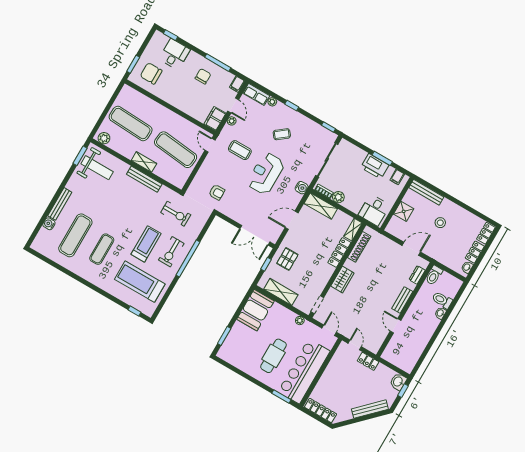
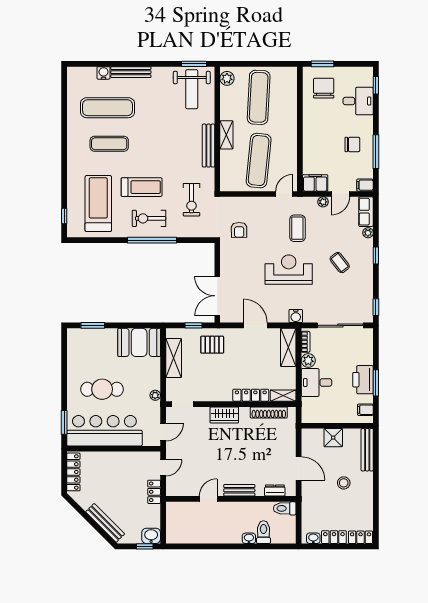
desk: (374, 210) -> (316, 383), moved

